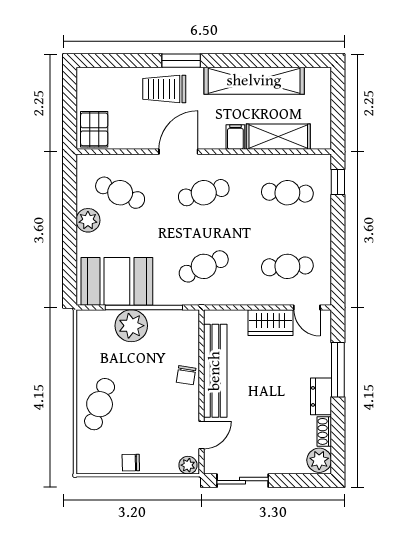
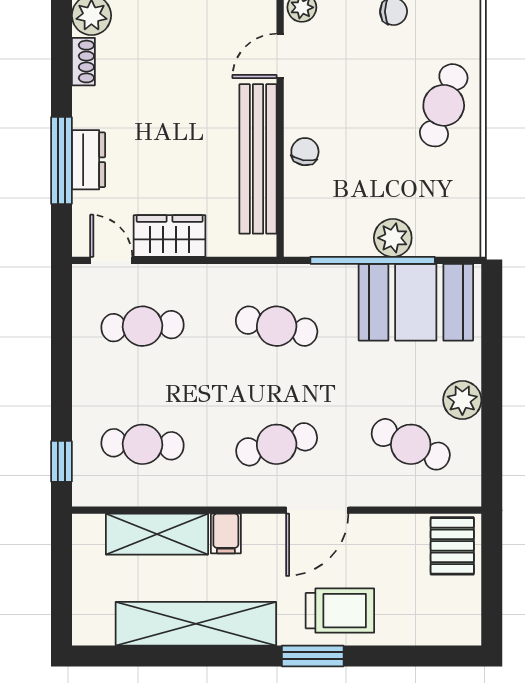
cafe table: (204, 266) -> (277, 326), turned 36
plant: (131, 326) -> (393, 238), width x0.73, depth x0.73
dresser: (321, 396) -> (89, 160), moved

